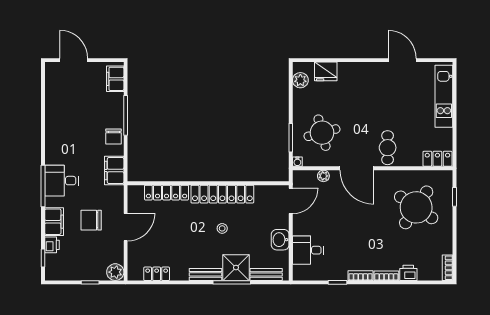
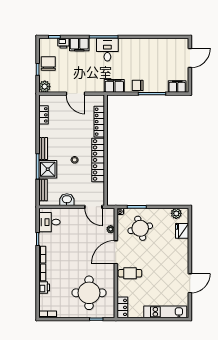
round table: (416, 207) -> (89, 293), turned -34
chair: (91, 220) -> (48, 63), moved
desk: (308, 250) -> (49, 222), moved, turned -90

